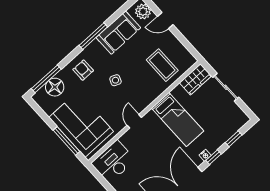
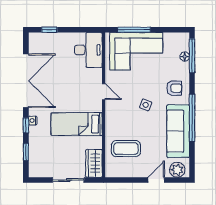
sofa: (118, 33) -> (178, 131), width x1.36
window: (93, 36) -> (192, 118), width x1.46
floor lamp: (55, 87) -> (185, 57), width x0.53, depth x0.53

